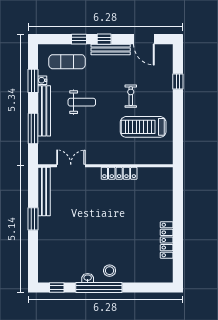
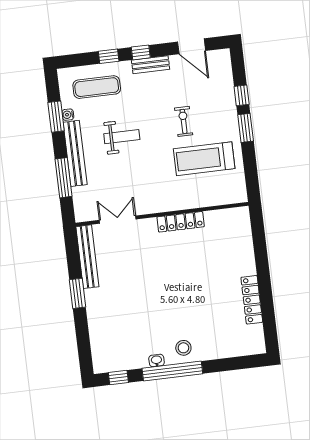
bench: (111, 50) -> (151, 65), width x0.73
window: (178, 107) -> (246, 128), added

